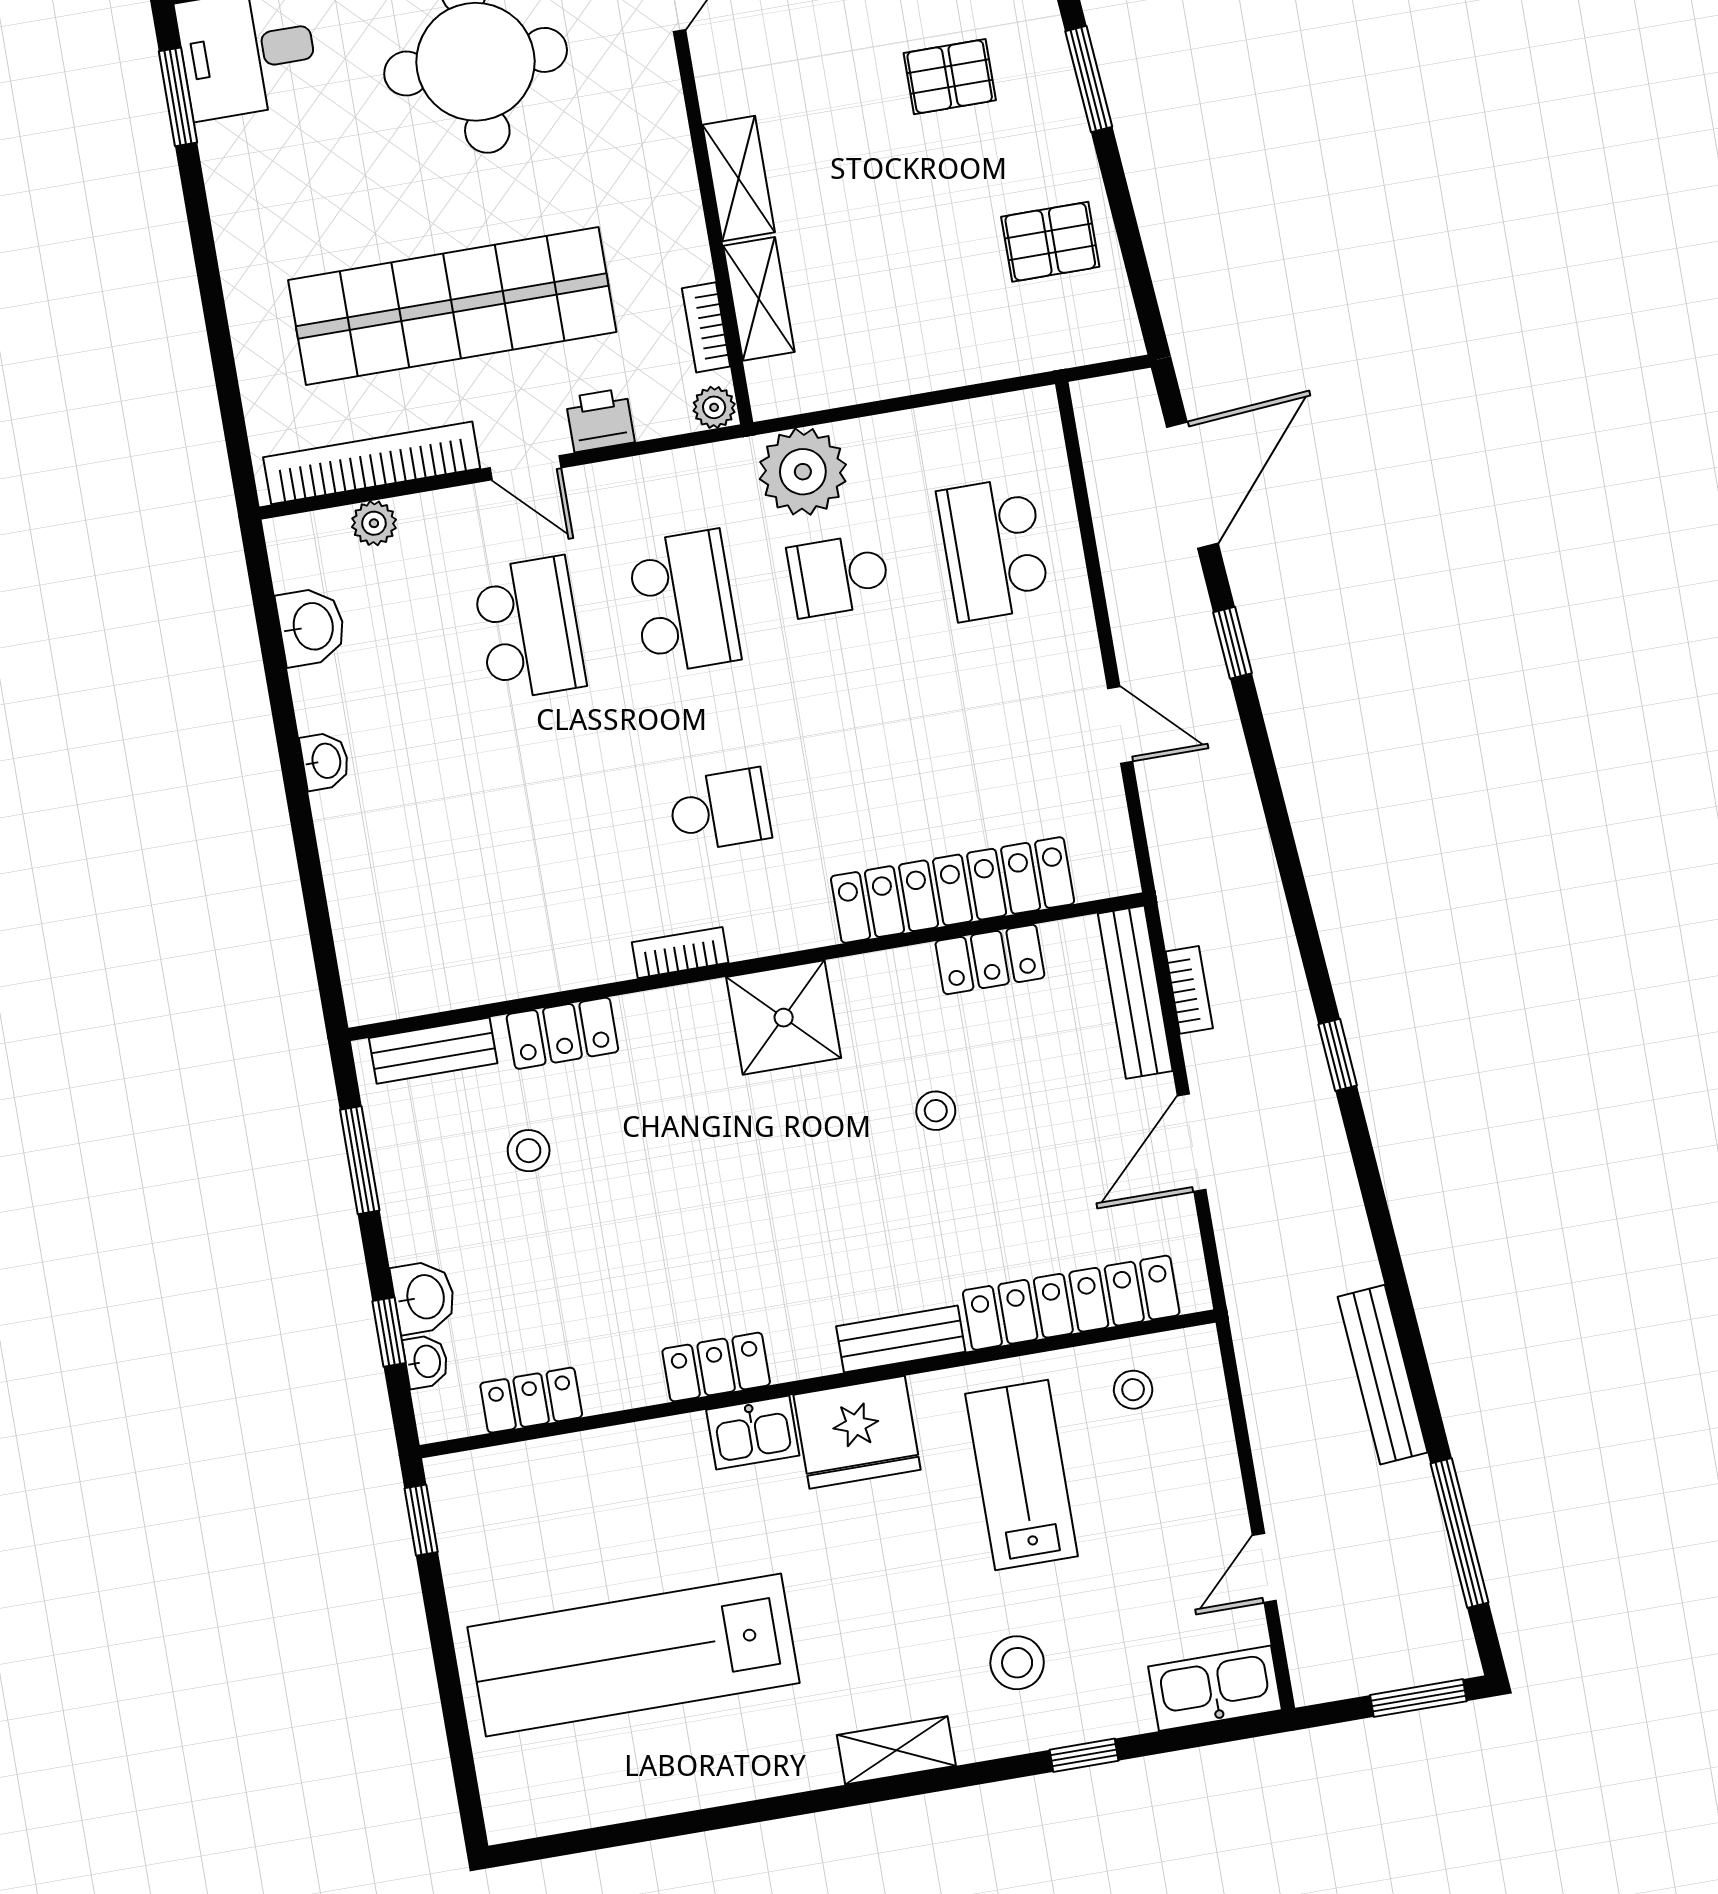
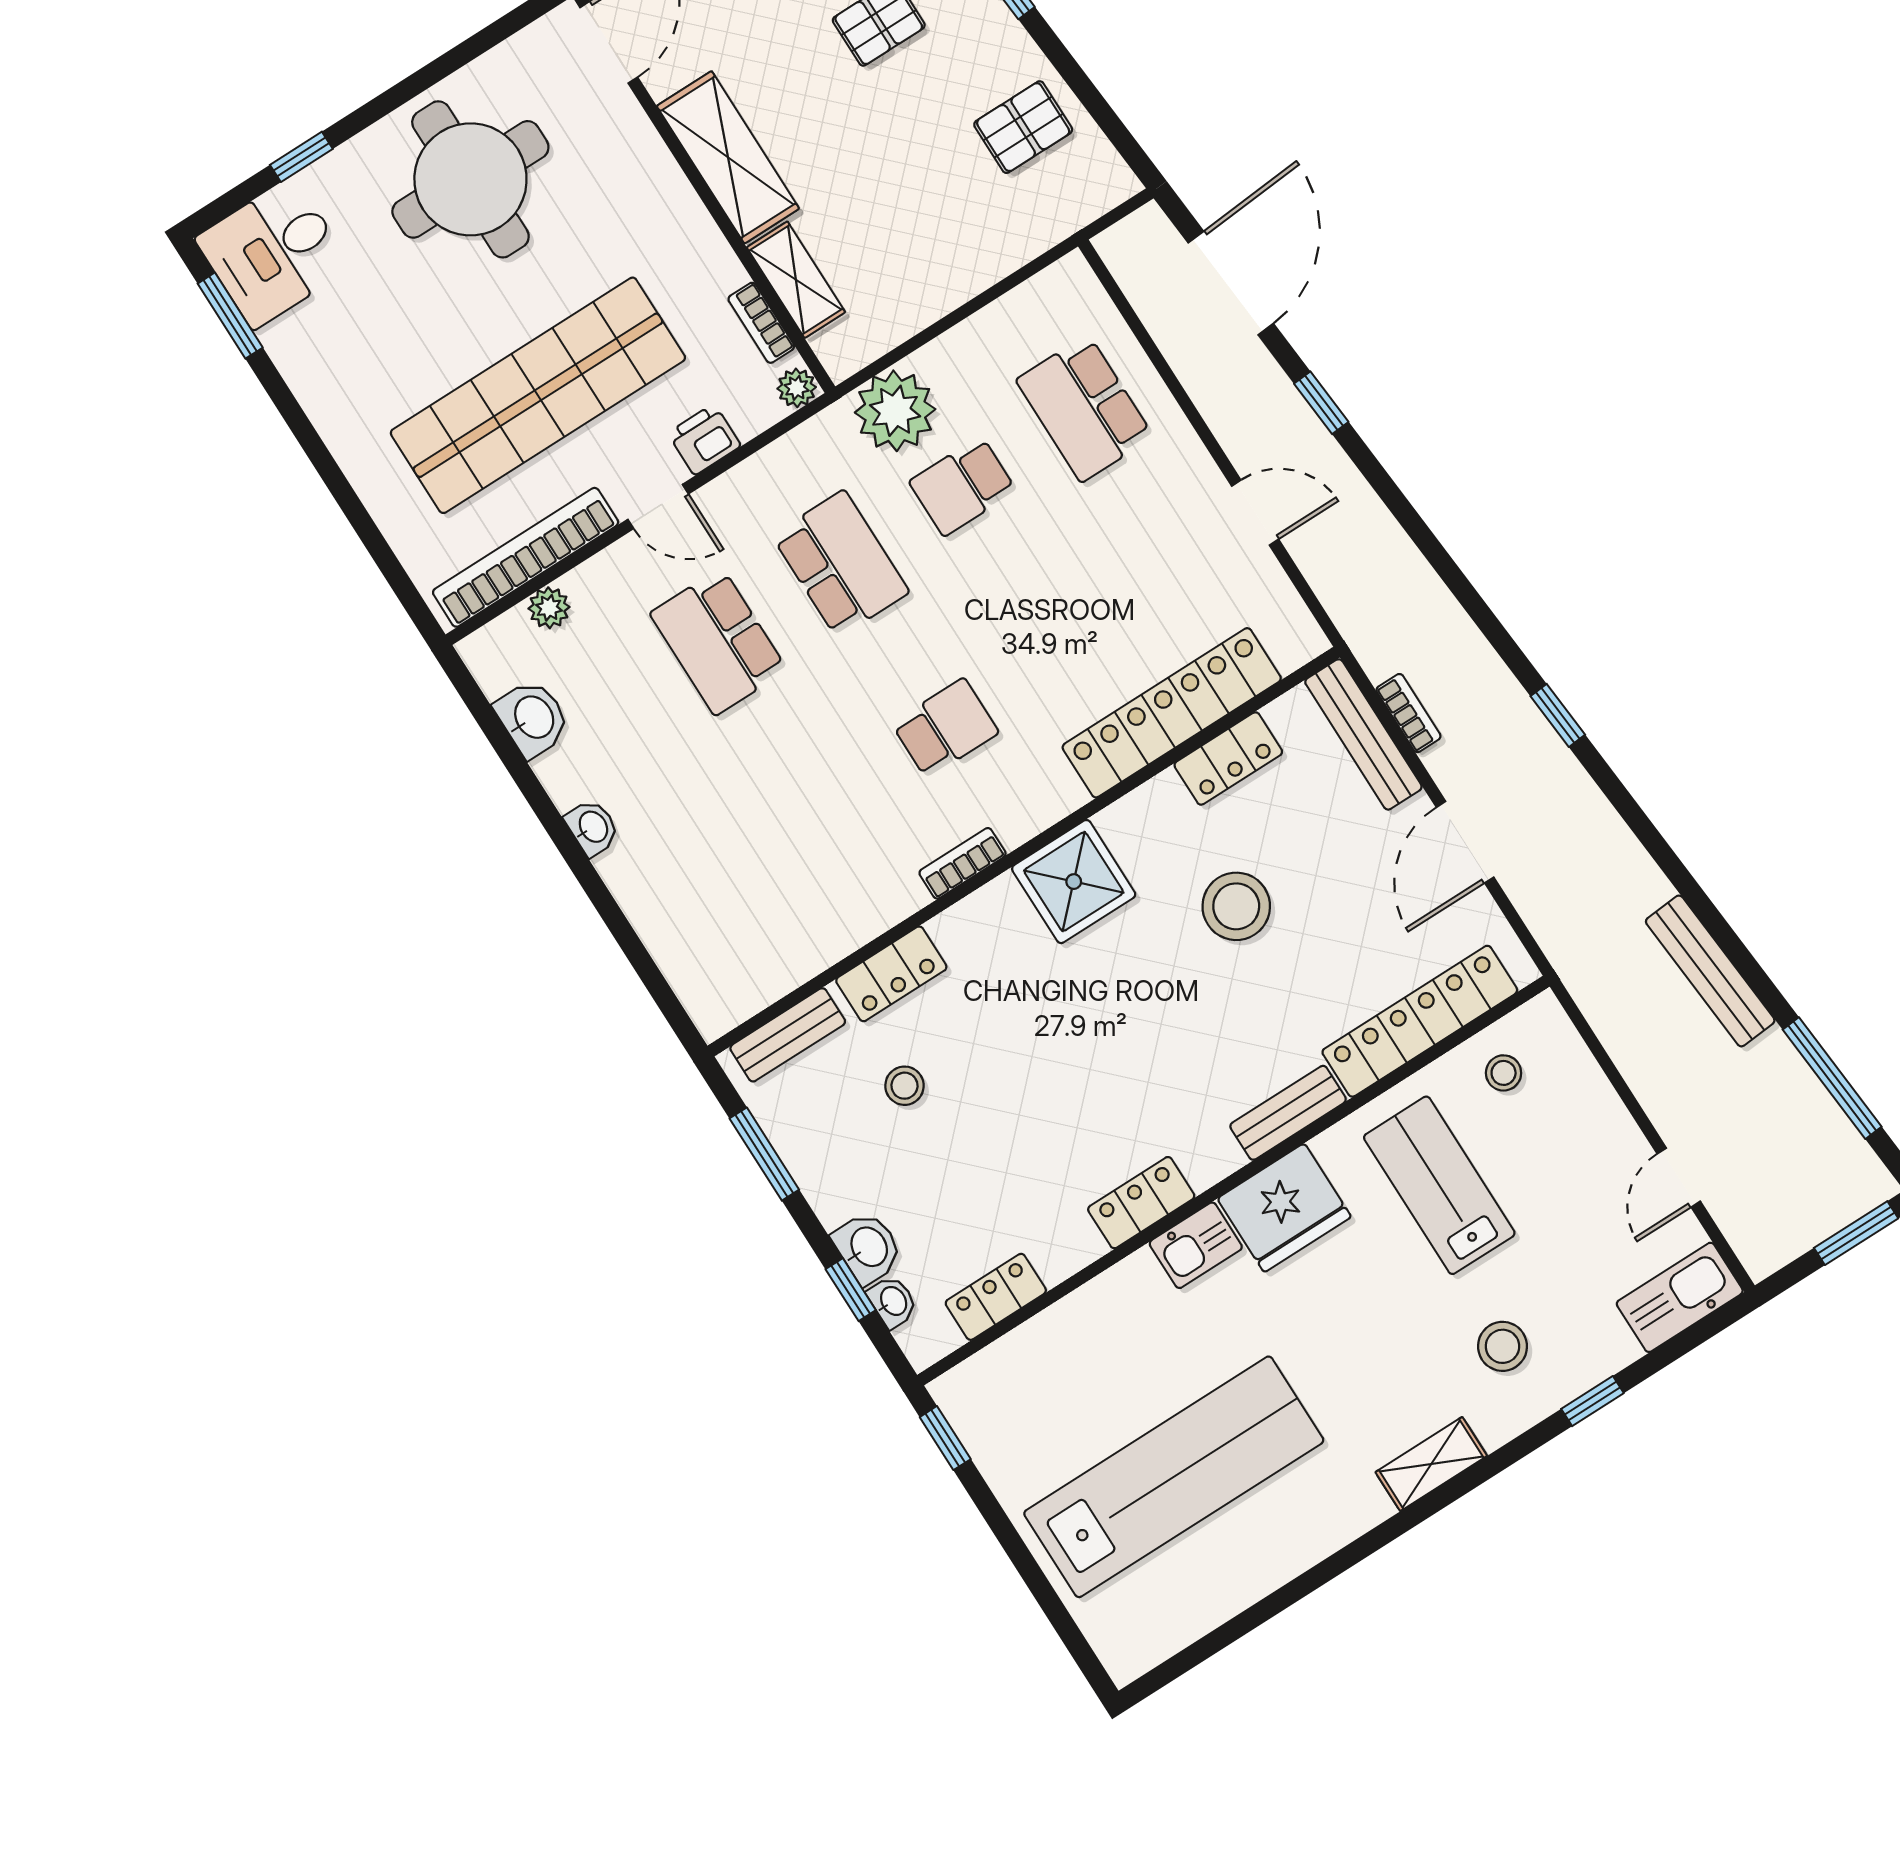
shelving: (739, 178) -> (728, 157), width x1.50, depth x1.33
school desk: (529, 628) -> (718, 642), turned 180
stool: (936, 1111) -> (1236, 906), width x1.89, depth x1.89
lab bench: (633, 1655) -> (1174, 1477), turned 180

